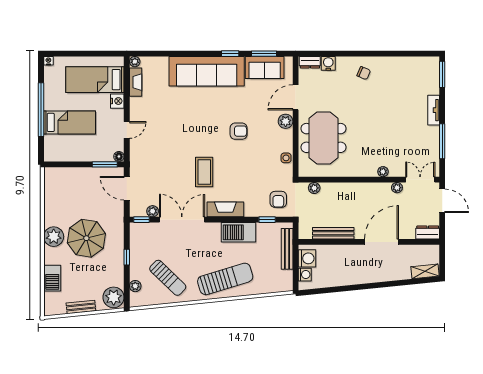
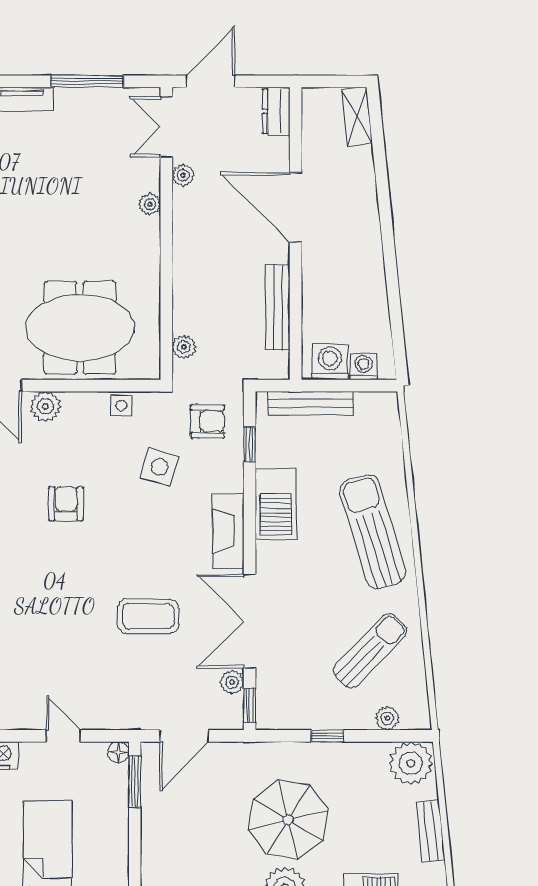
coffee table: (204, 172) -> (148, 616), moved
side table: (256, 176) -> (160, 467), added

